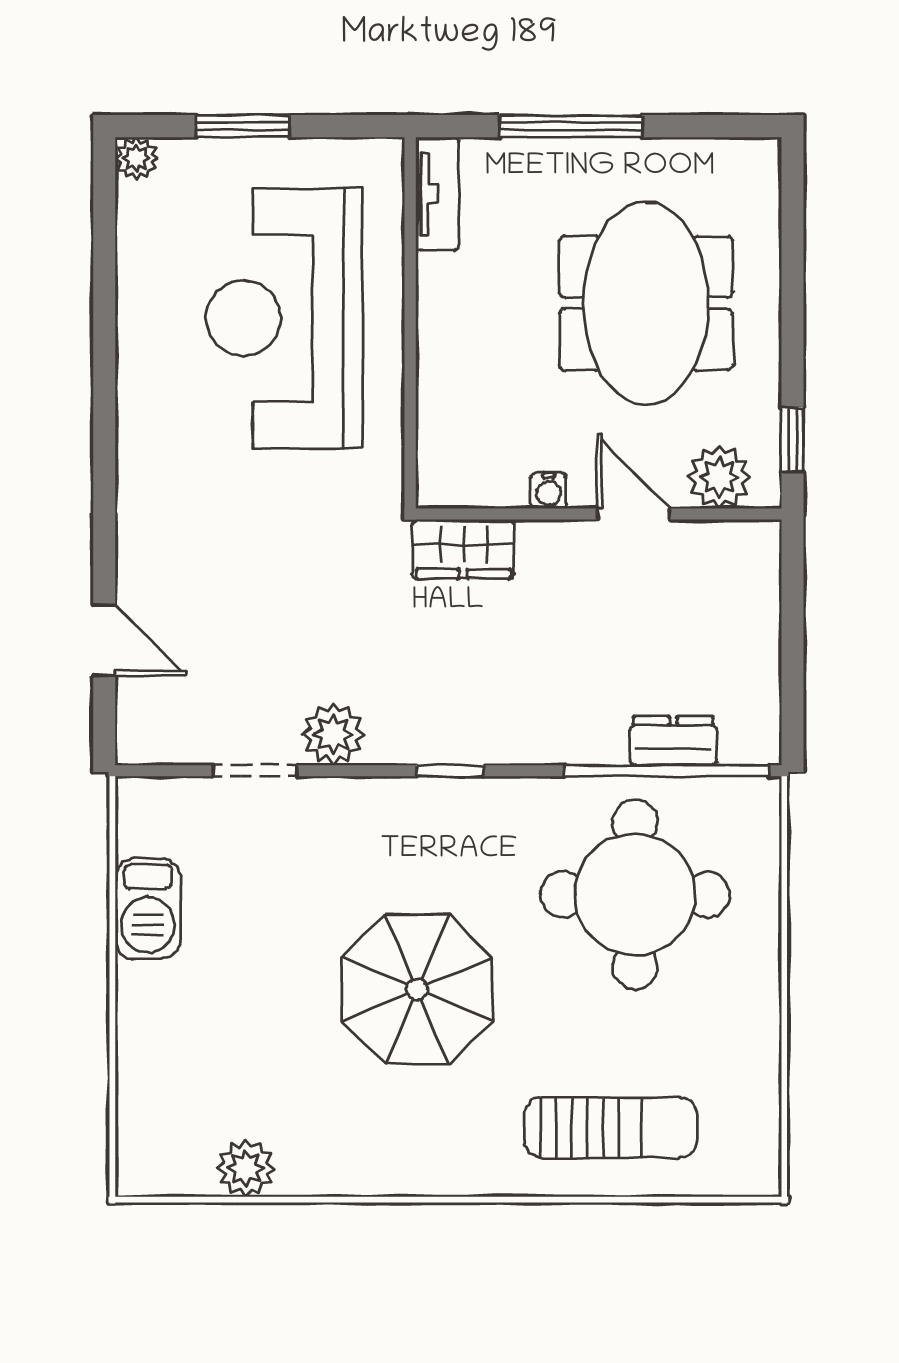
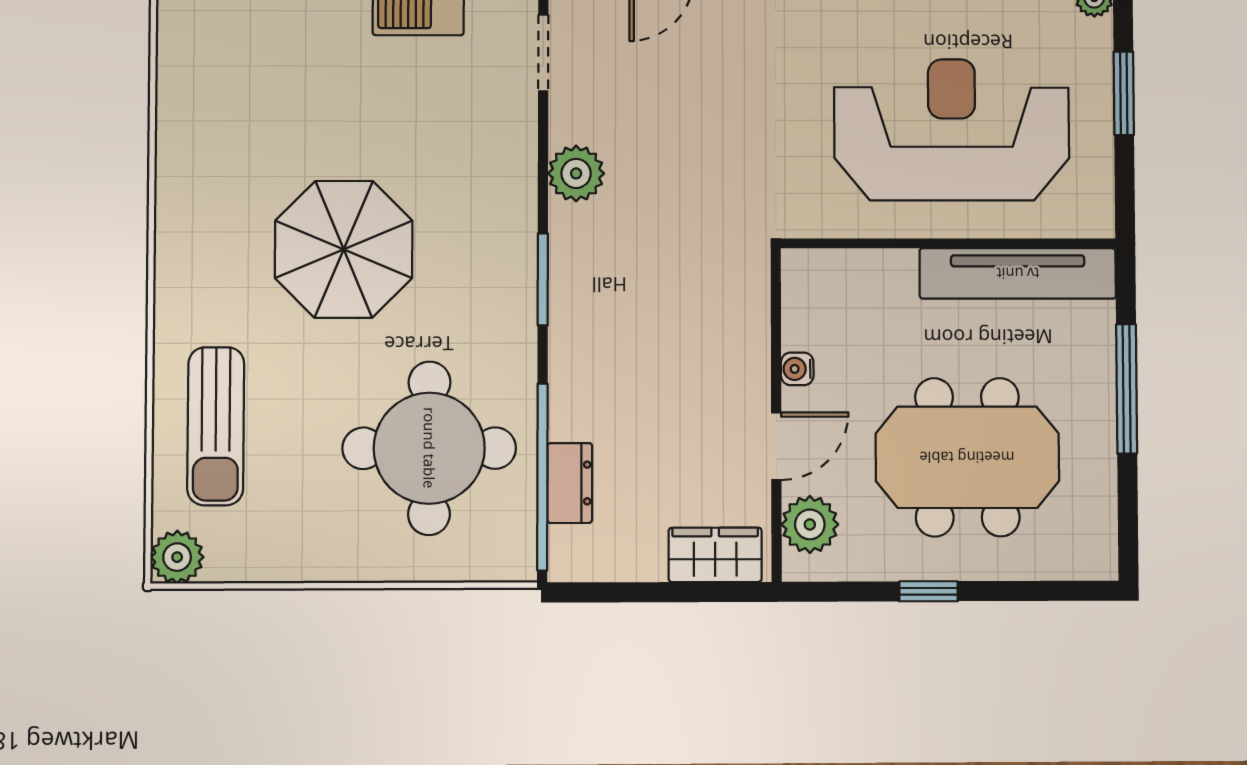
tv unit: (437, 194) -> (1018, 273), width x1.92, depth x1.29
window: (792, 439) -> (928, 591), moved
wardrobe: (463, 549) -> (715, 555), moved, turned 90
doorway: (255, 771) -> (543, 53), moved
window: (450, 771) -> (543, 279), width x1.50
plant: (246, 1168) -> (177, 557), moved

